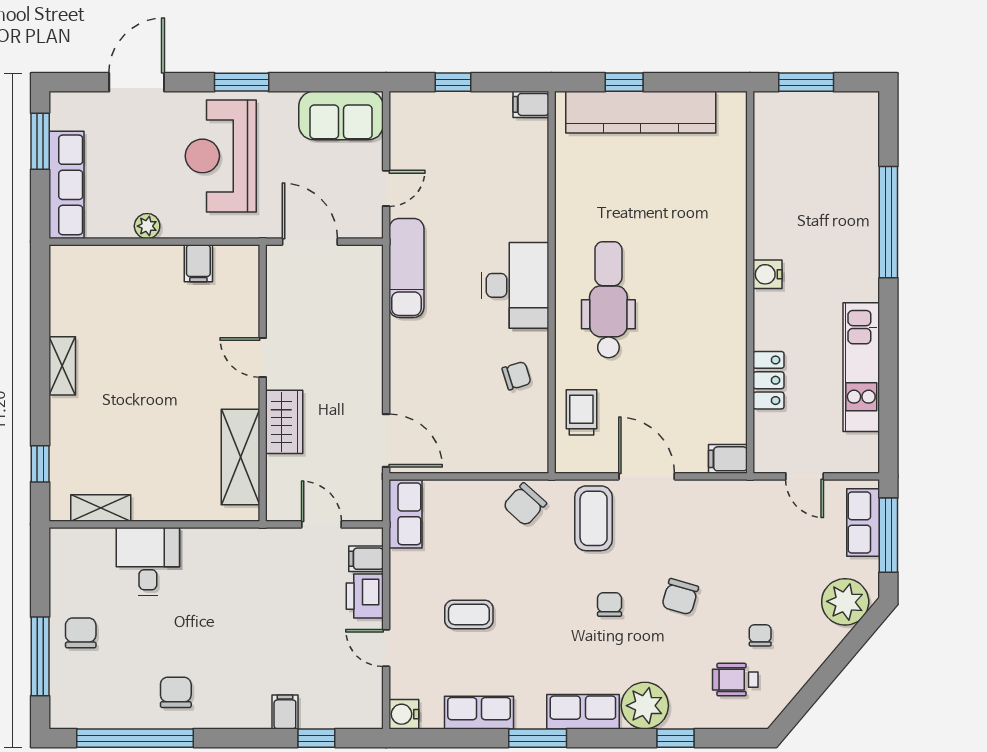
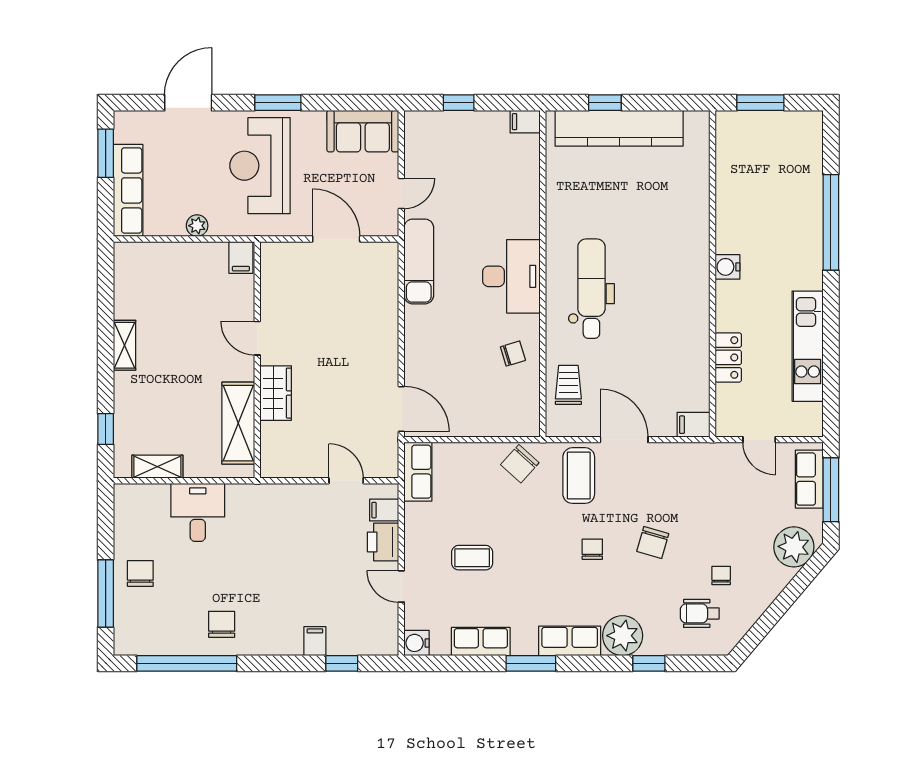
door: (263, 358) -> (257, 338), moved
wall: (263, 383) -> (257, 360), moved
wardrobe: (284, 422) -> (276, 393), moved
shelving: (241, 457) -> (238, 423), moved

